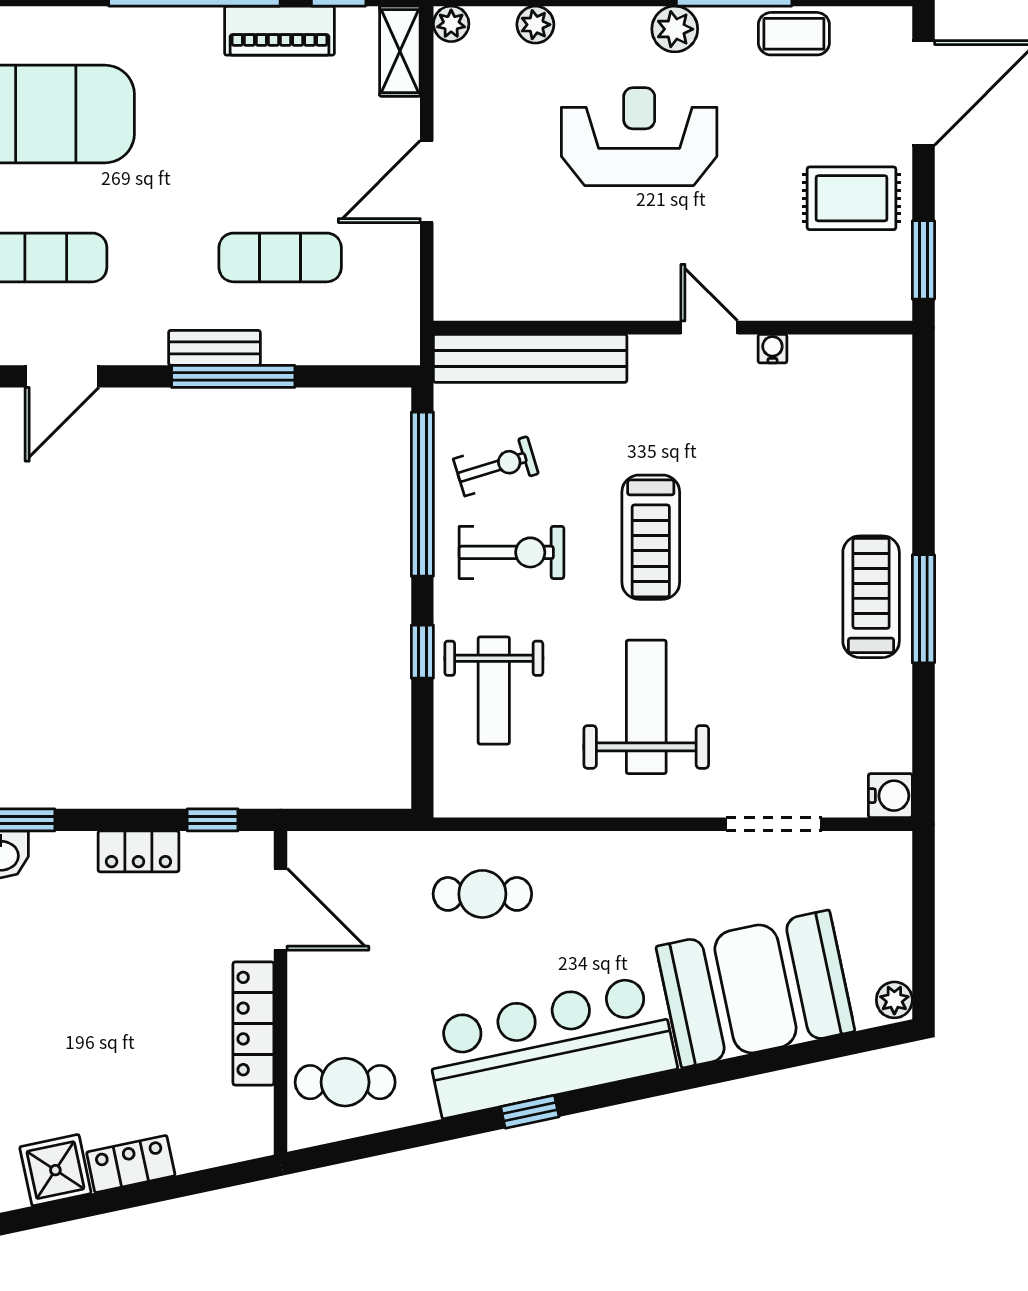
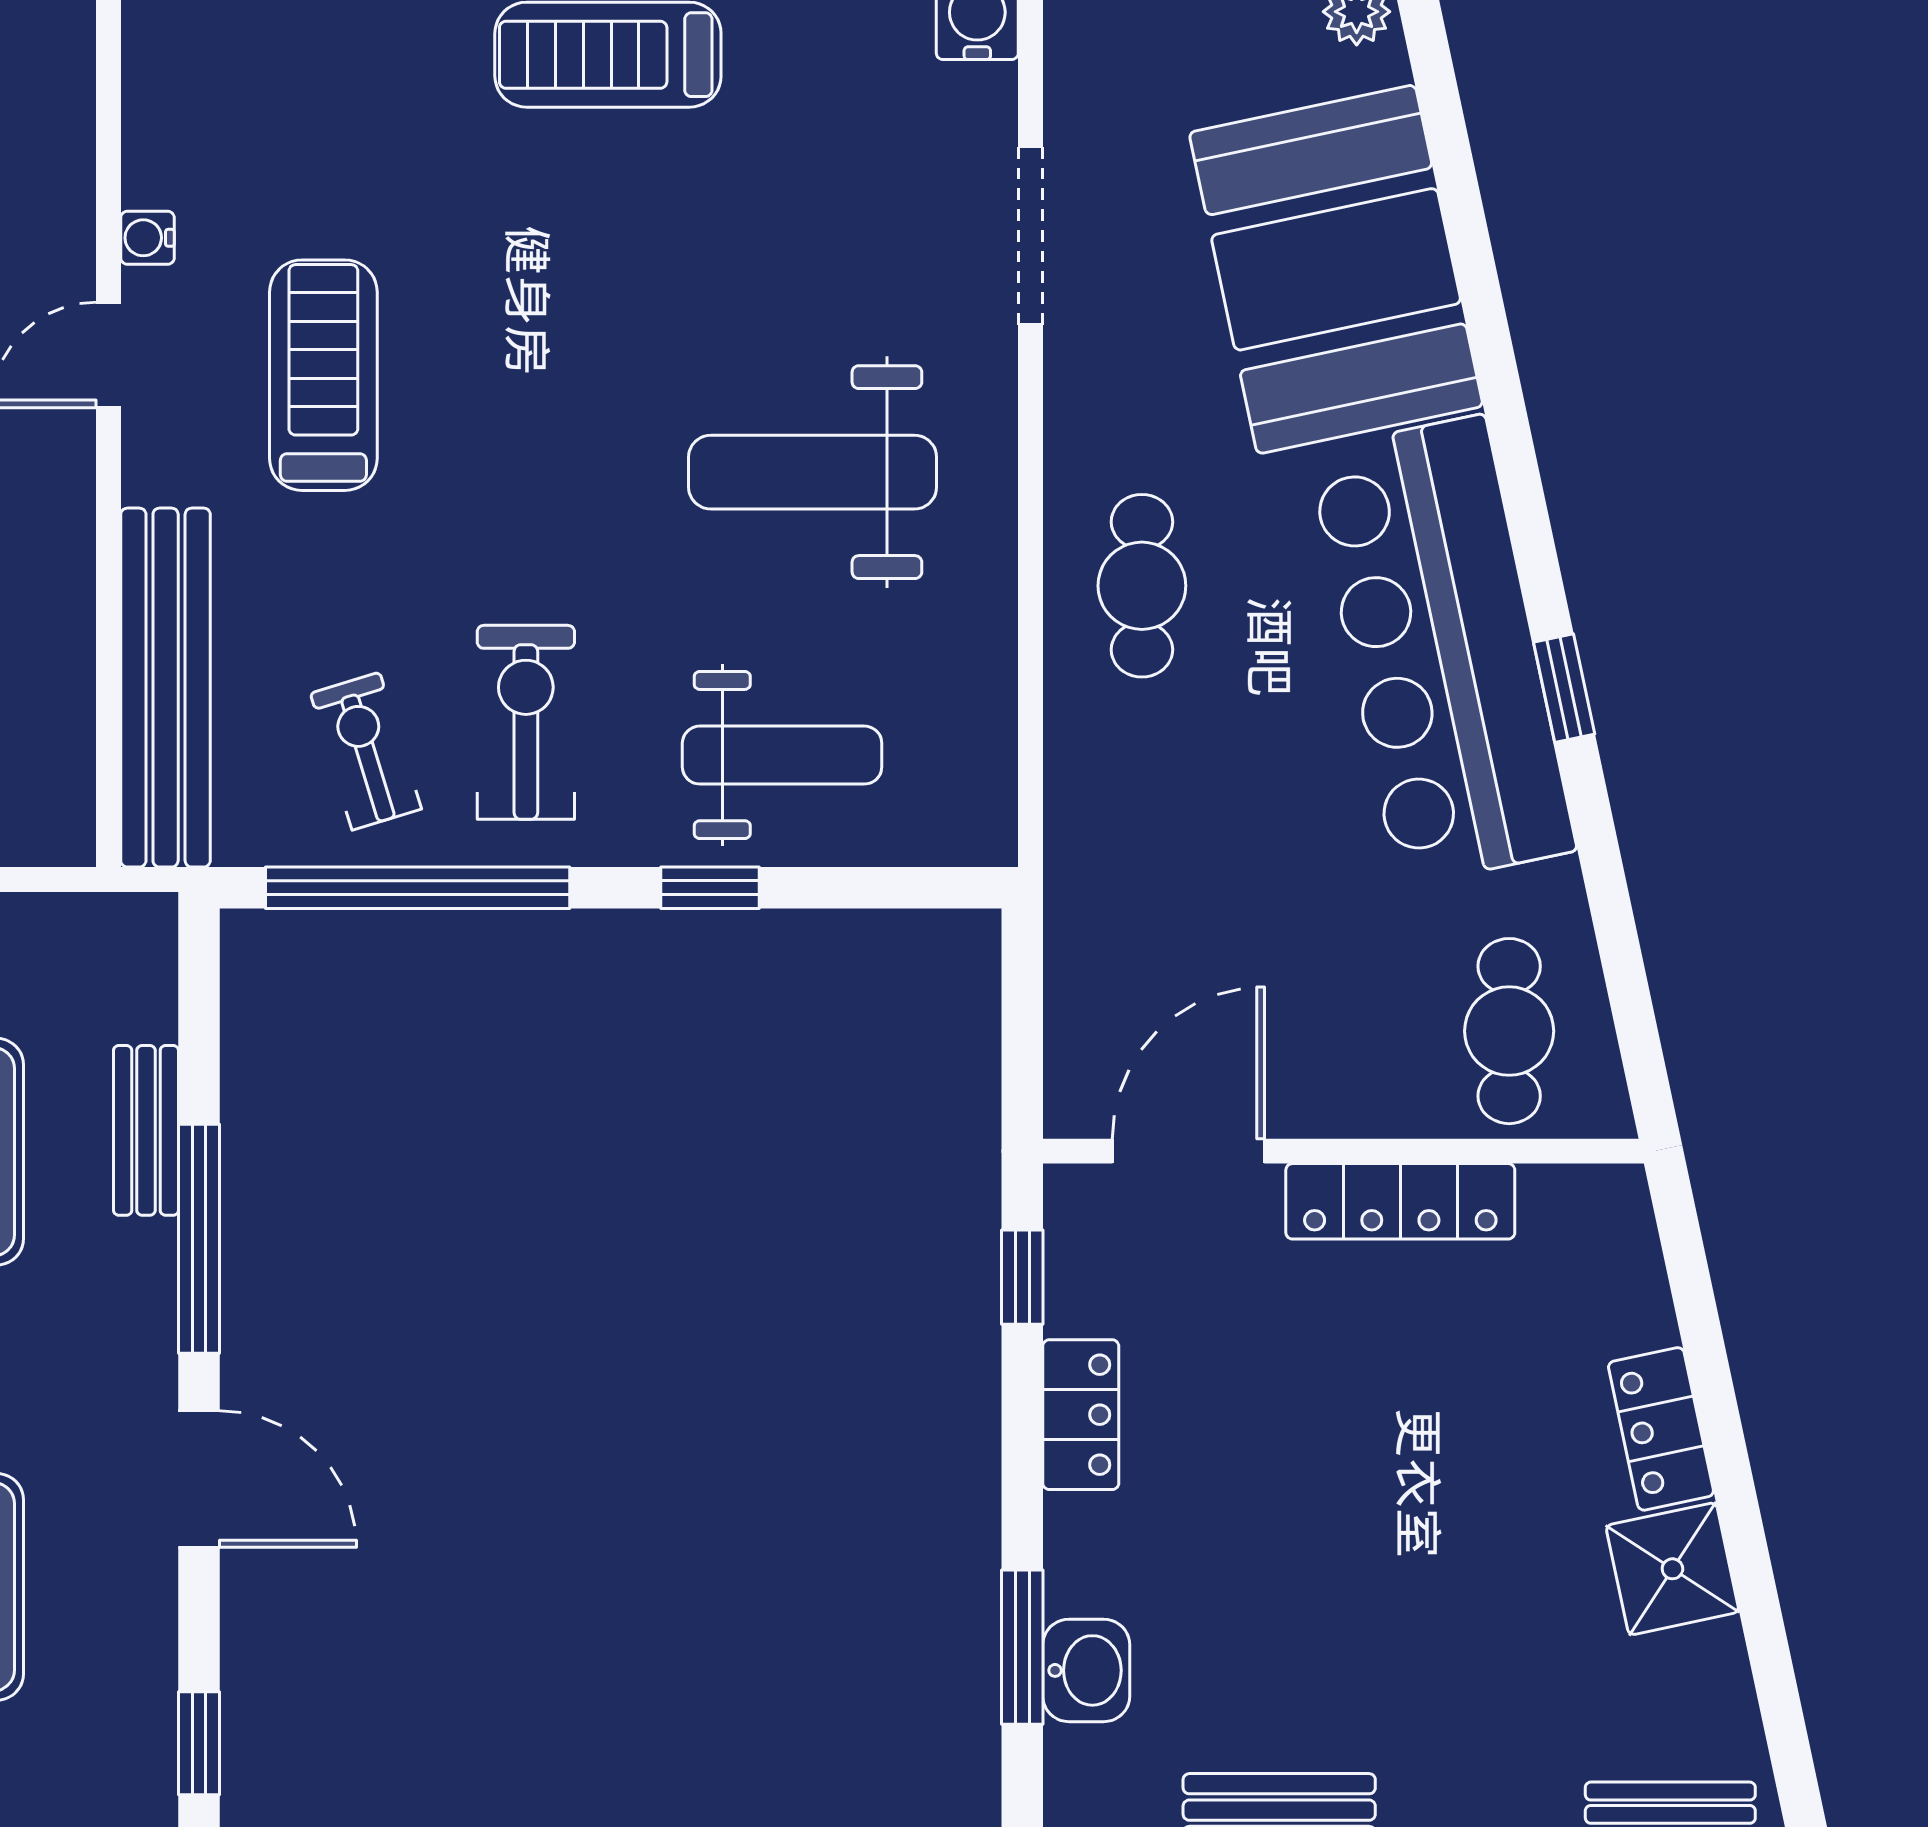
bench: (214, 348) -> (146, 1130), moved
door: (62, 376) -> (199, 1479), moved
treadmill: (651, 537) -> (323, 375), moved, turned -90
cafe table: (482, 894) -> (1142, 586), moved

